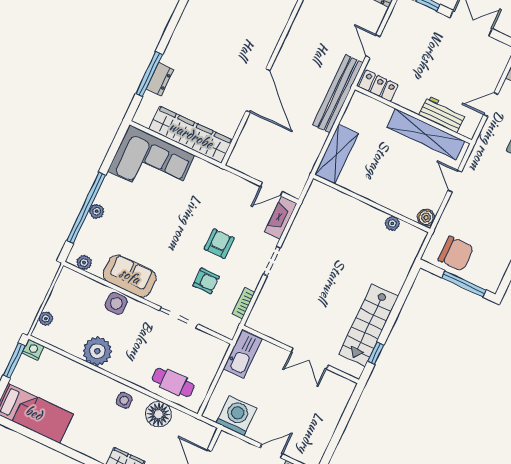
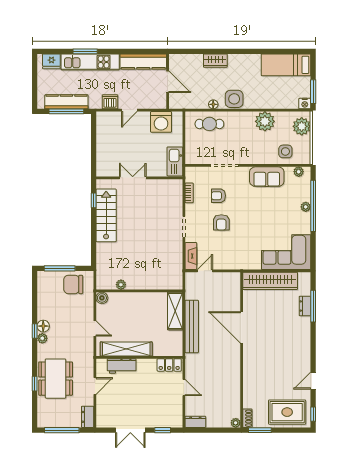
bench: (338, 94) -> (192, 326), moved
side table: (116, 303) -> (285, 151), moved
plant: (46, 319) -> (302, 126), width x1.88, depth x1.88
side table: (124, 400) -> (234, 99), width x1.87, depth x1.87
floor lamp: (159, 414) -> (213, 104), width x0.53, depth x0.53

